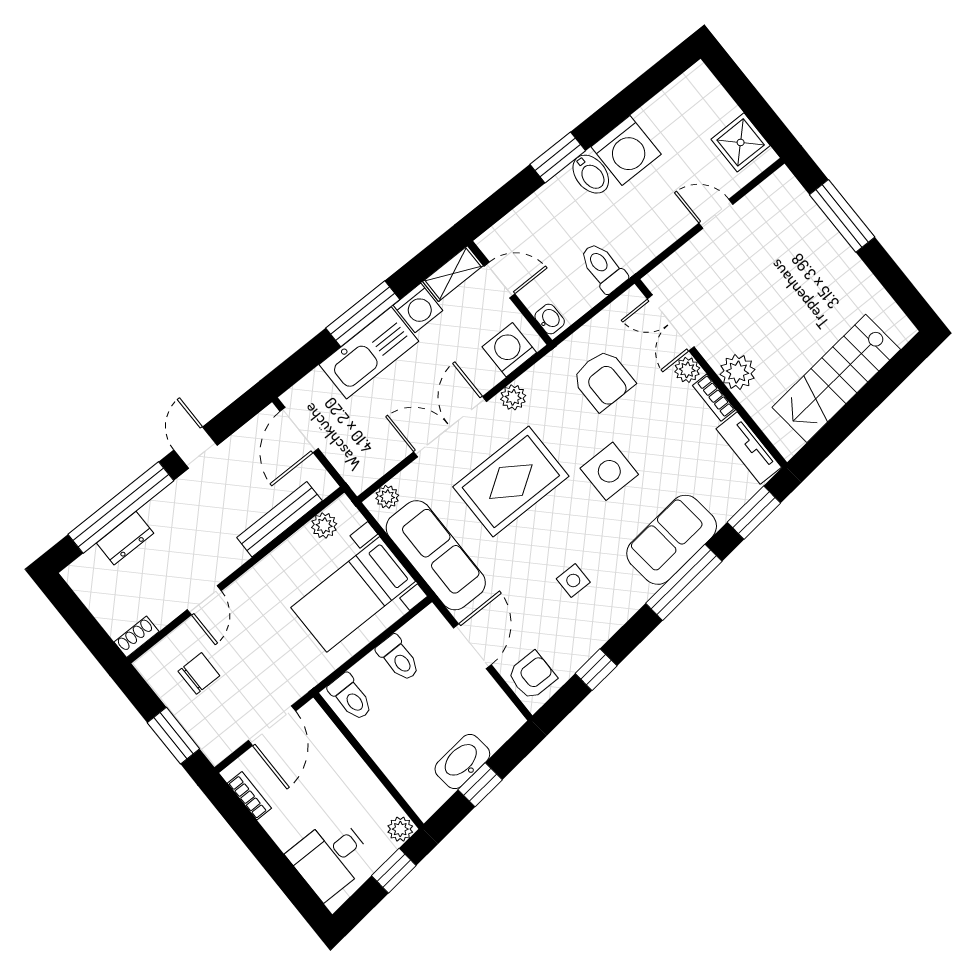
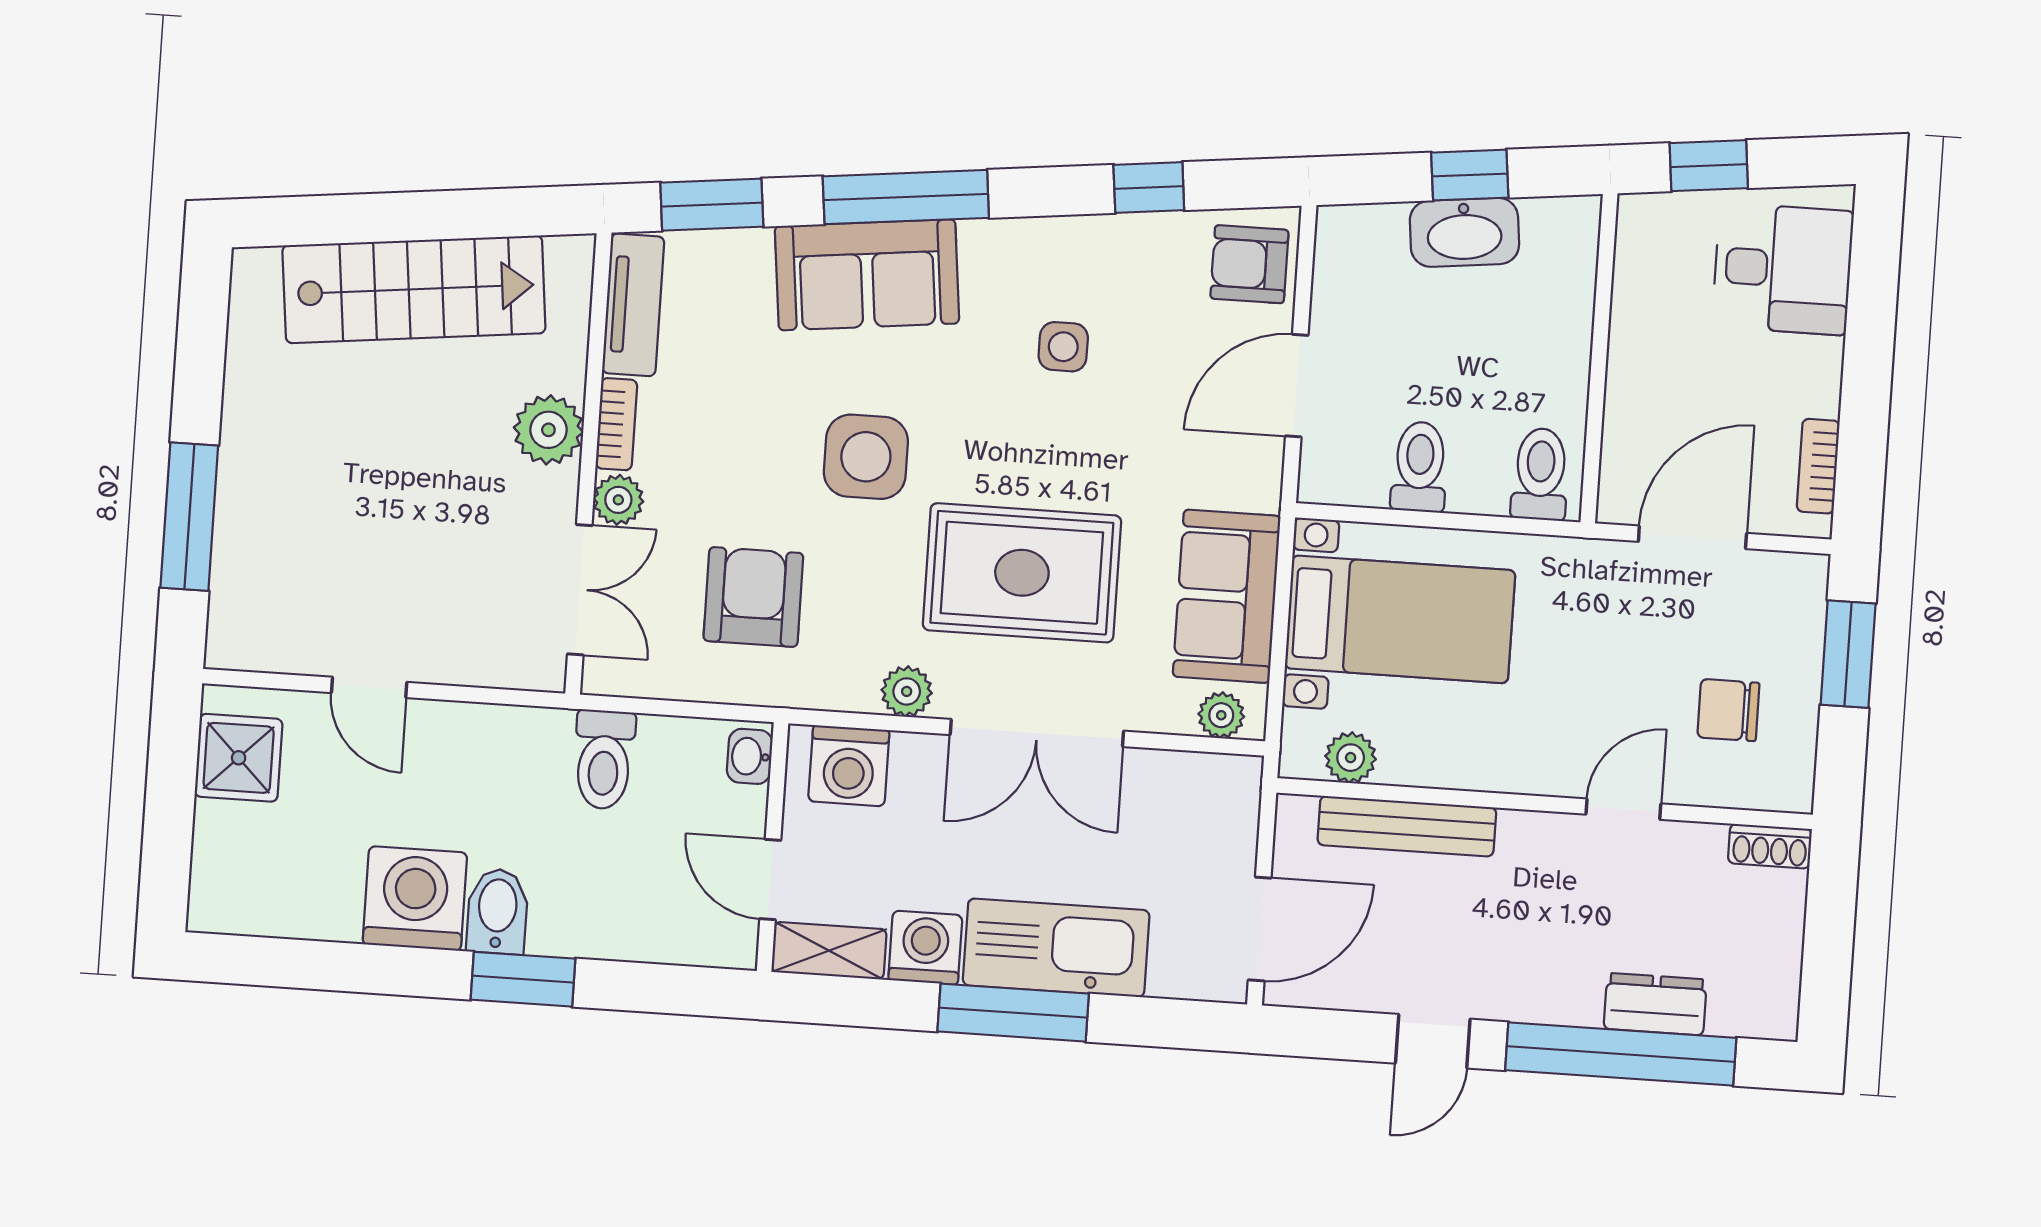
sofa: (436, 555) -> (1227, 596), width x0.73
plant: (400, 829) -> (1644, 217), removed

